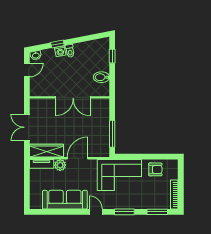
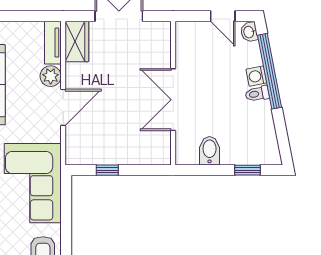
window: (57, 44) -> (270, 71), width x3.17
window: (112, 134) -> (107, 170), width x0.46
wardrobe: (47, 151) -> (77, 41), width x0.67
door: (77, 158) -> (63, 107), hinge flipped

